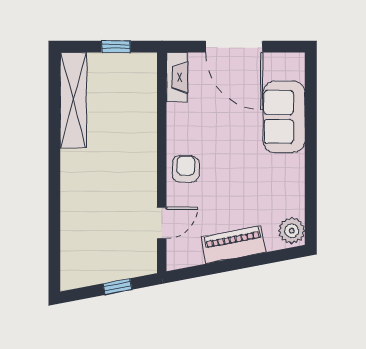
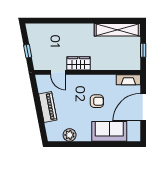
armchair: (186, 169) -> (97, 101), moved
wardrobe: (143, 181) -> (79, 63), added
plant: (292, 231) -> (70, 135), moved

